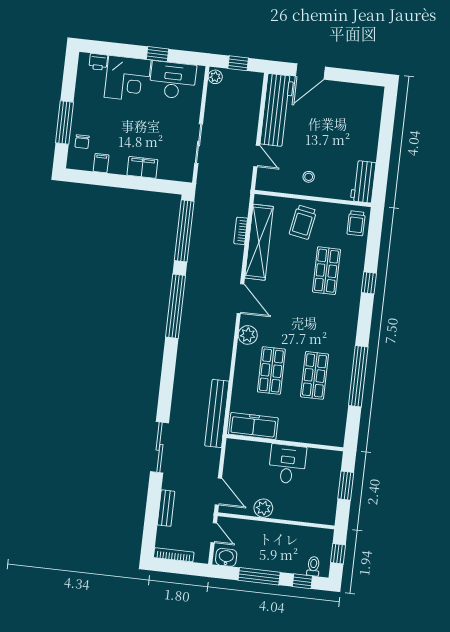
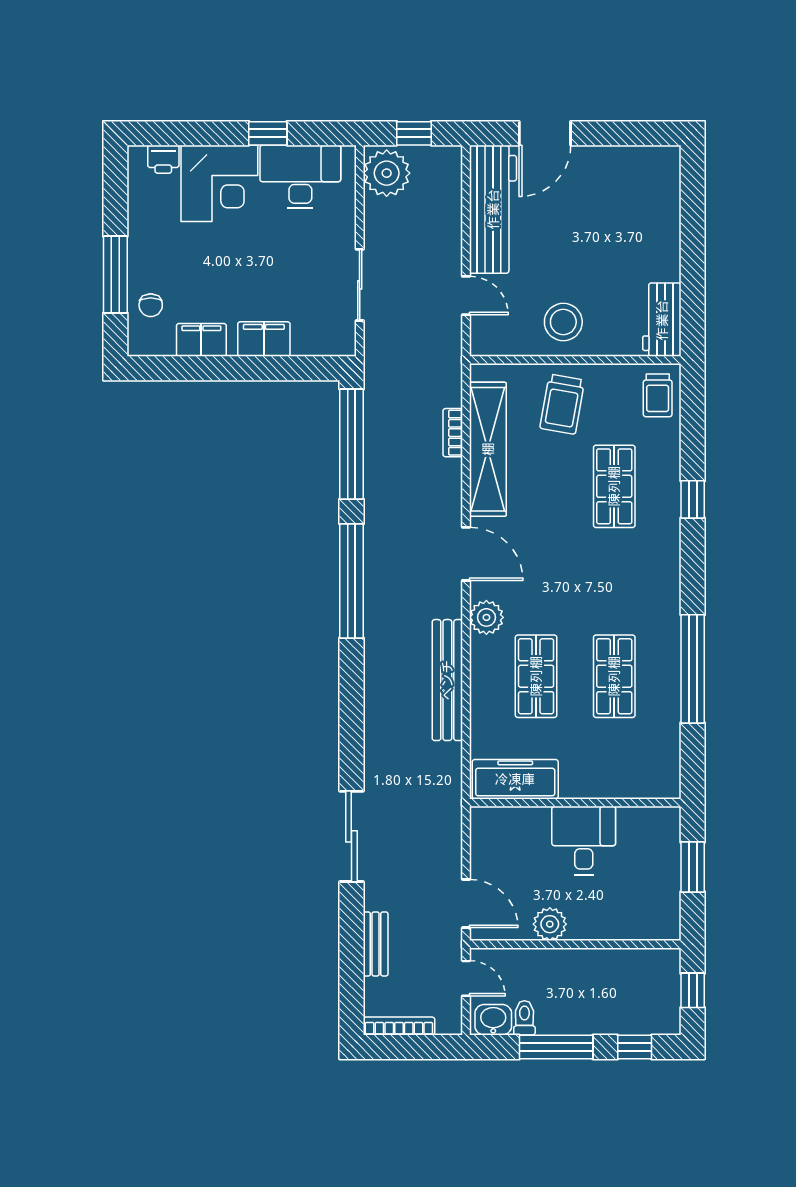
plant: (215, 77) -> (387, 173), width x1.87, depth x1.87
filing cabinet: (101, 163) -> (201, 340), width x2.00
stool: (309, 177) -> (563, 322), width x1.89, depth x1.89
bench: (217, 413) -> (447, 680), moved
toilet: (313, 566) -> (524, 1018), moved

